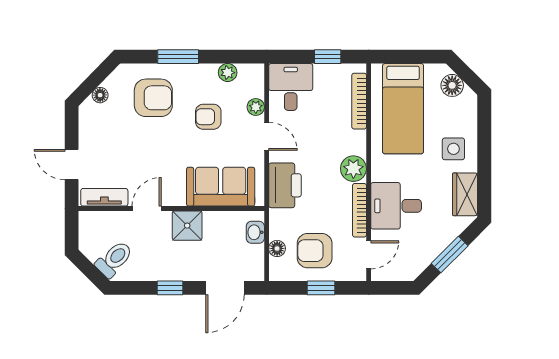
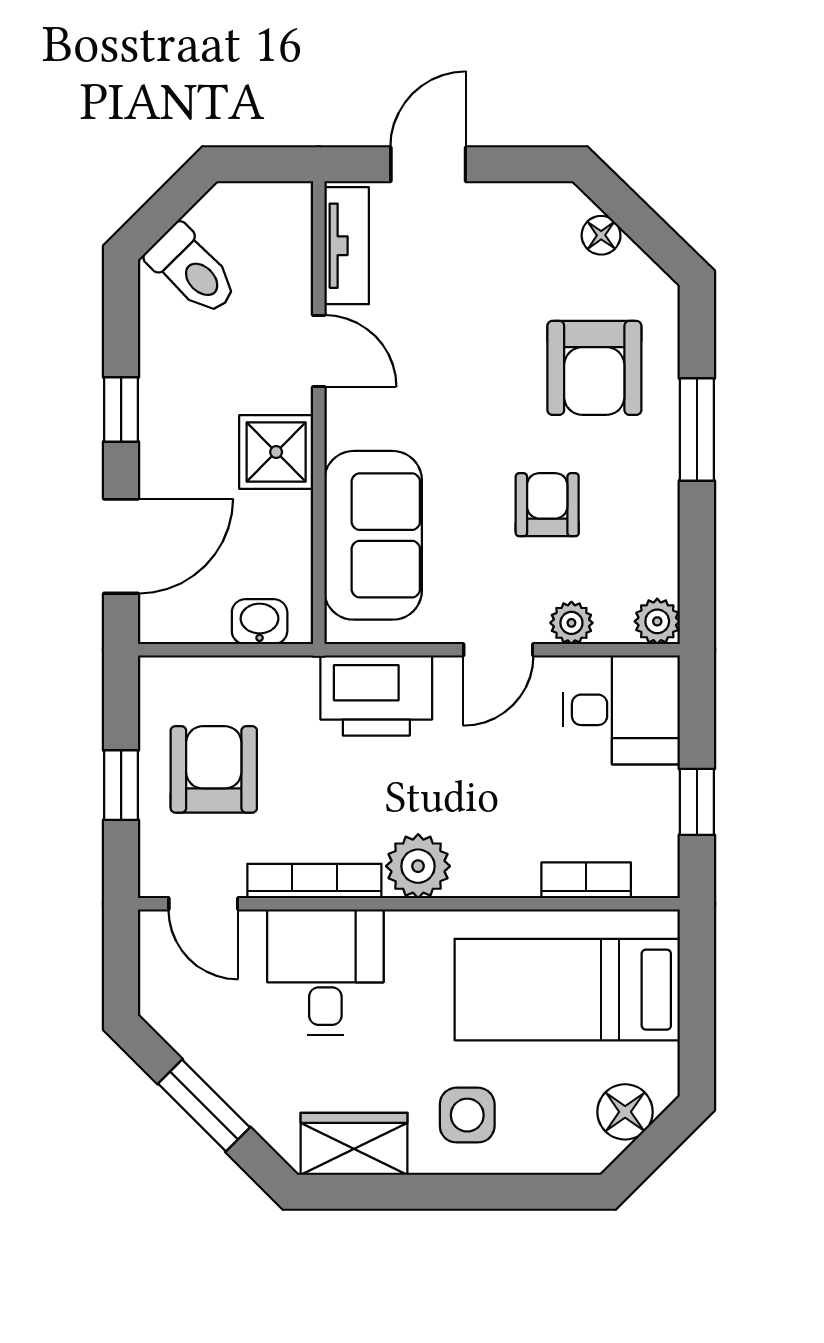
plant: (228, 73) -> (657, 621), moved
bookcase: (359, 101) -> (586, 880), width x0.64
floor lamp: (277, 248) -> (219, 676), removed
door: (225, 288) -> (121, 546), swing flipped

